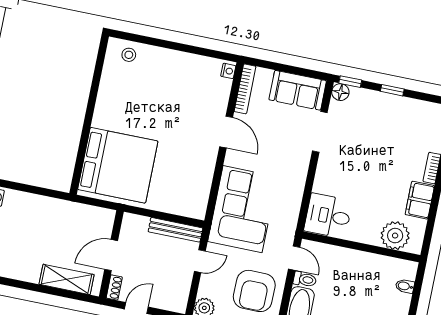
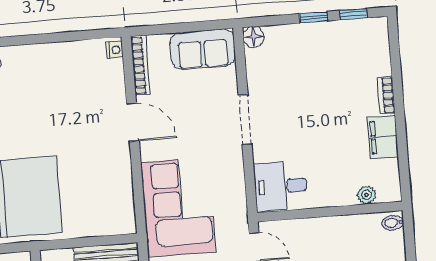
window: (350, 82) -> (353, 14), moved
doorway: (320, 132) -> (245, 120), moved
plant: (395, 236) -> (367, 195), width x0.53, depth x0.53
bidet: (405, 286) -> (393, 223), moved

